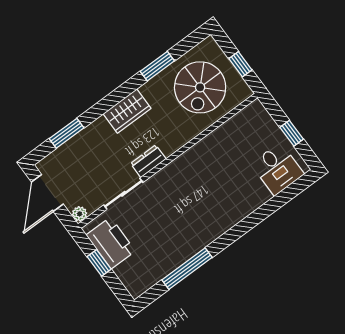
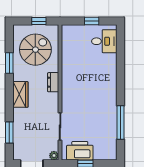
spiral stairs: (200, 87) -> (35, 50), turned -90
dresser: (148, 161) -> (53, 82), moved

